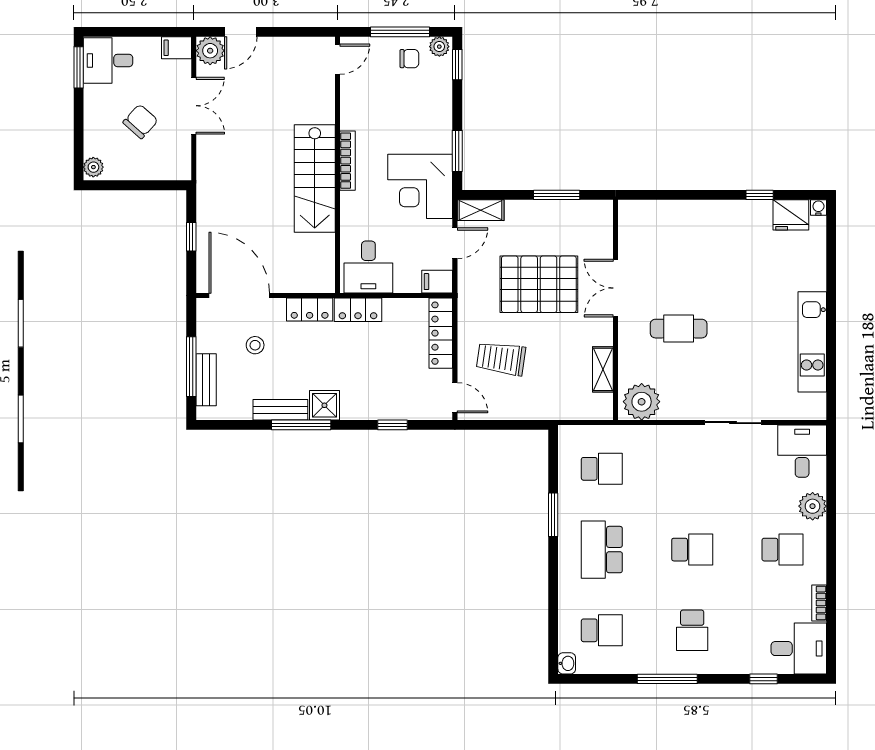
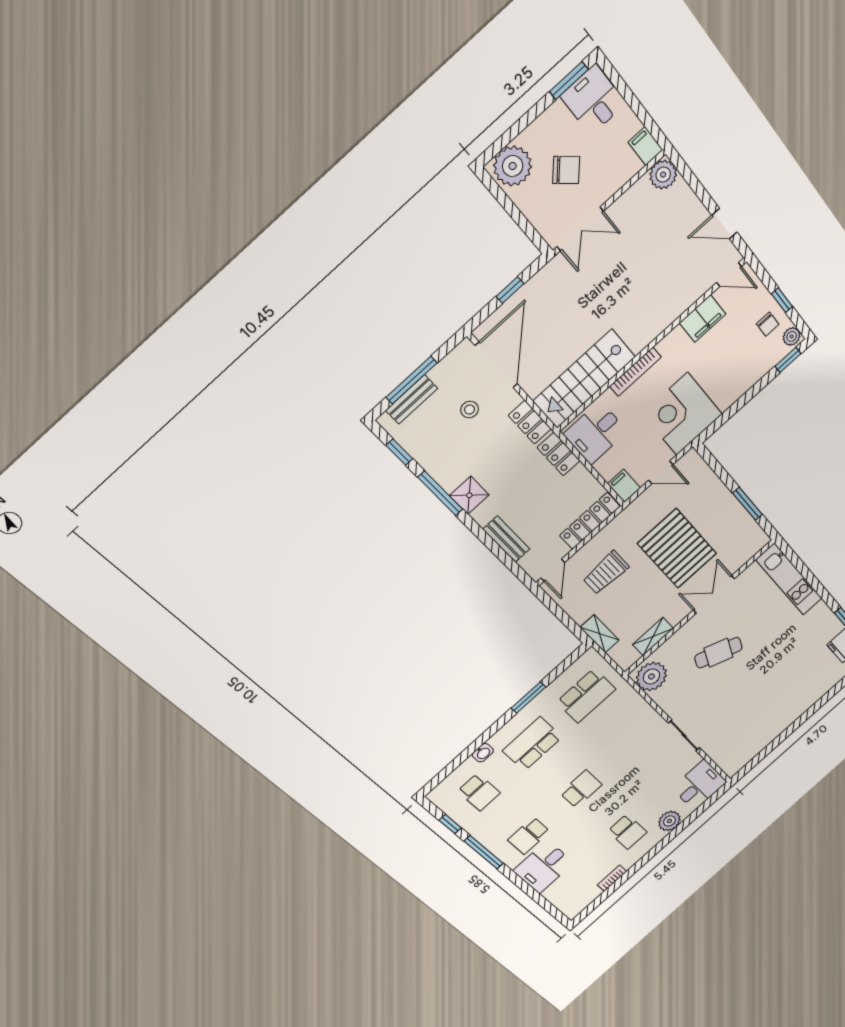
door: (241, 32) -> (724, 224), moved
window: (400, 32) -> (782, 300), width x0.46
double door: (194, 106) -> (580, 229), moved
filing cabinet: (354, 108) -> (703, 318), added
window: (457, 151) -> (727, 415), removed
bookcase: (347, 161) -> (635, 372), moved
plant: (93, 167) -> (513, 166), width x1.88, depth x1.88
stairs: (315, 179) -> (584, 379), moved
shelving: (481, 210) -> (600, 634), moved
cafe table: (679, 329) -> (718, 653), turned -68
kitchen unit: (812, 342) -> (789, 579), moved, turned -90
trolley: (501, 359) -> (606, 573), turned -98
bench: (280, 410) -> (506, 539), moved
window: (392, 425) -> (399, 452), moved
school desk: (602, 469) -> (586, 696), width x1.85
school desk: (692, 550) -> (581, 789), turned -90
desk: (799, 649) -> (543, 867), moved, turned 90
washbasin: (567, 663) -> (483, 753), moved
window: (763, 679) -> (450, 824), moved

